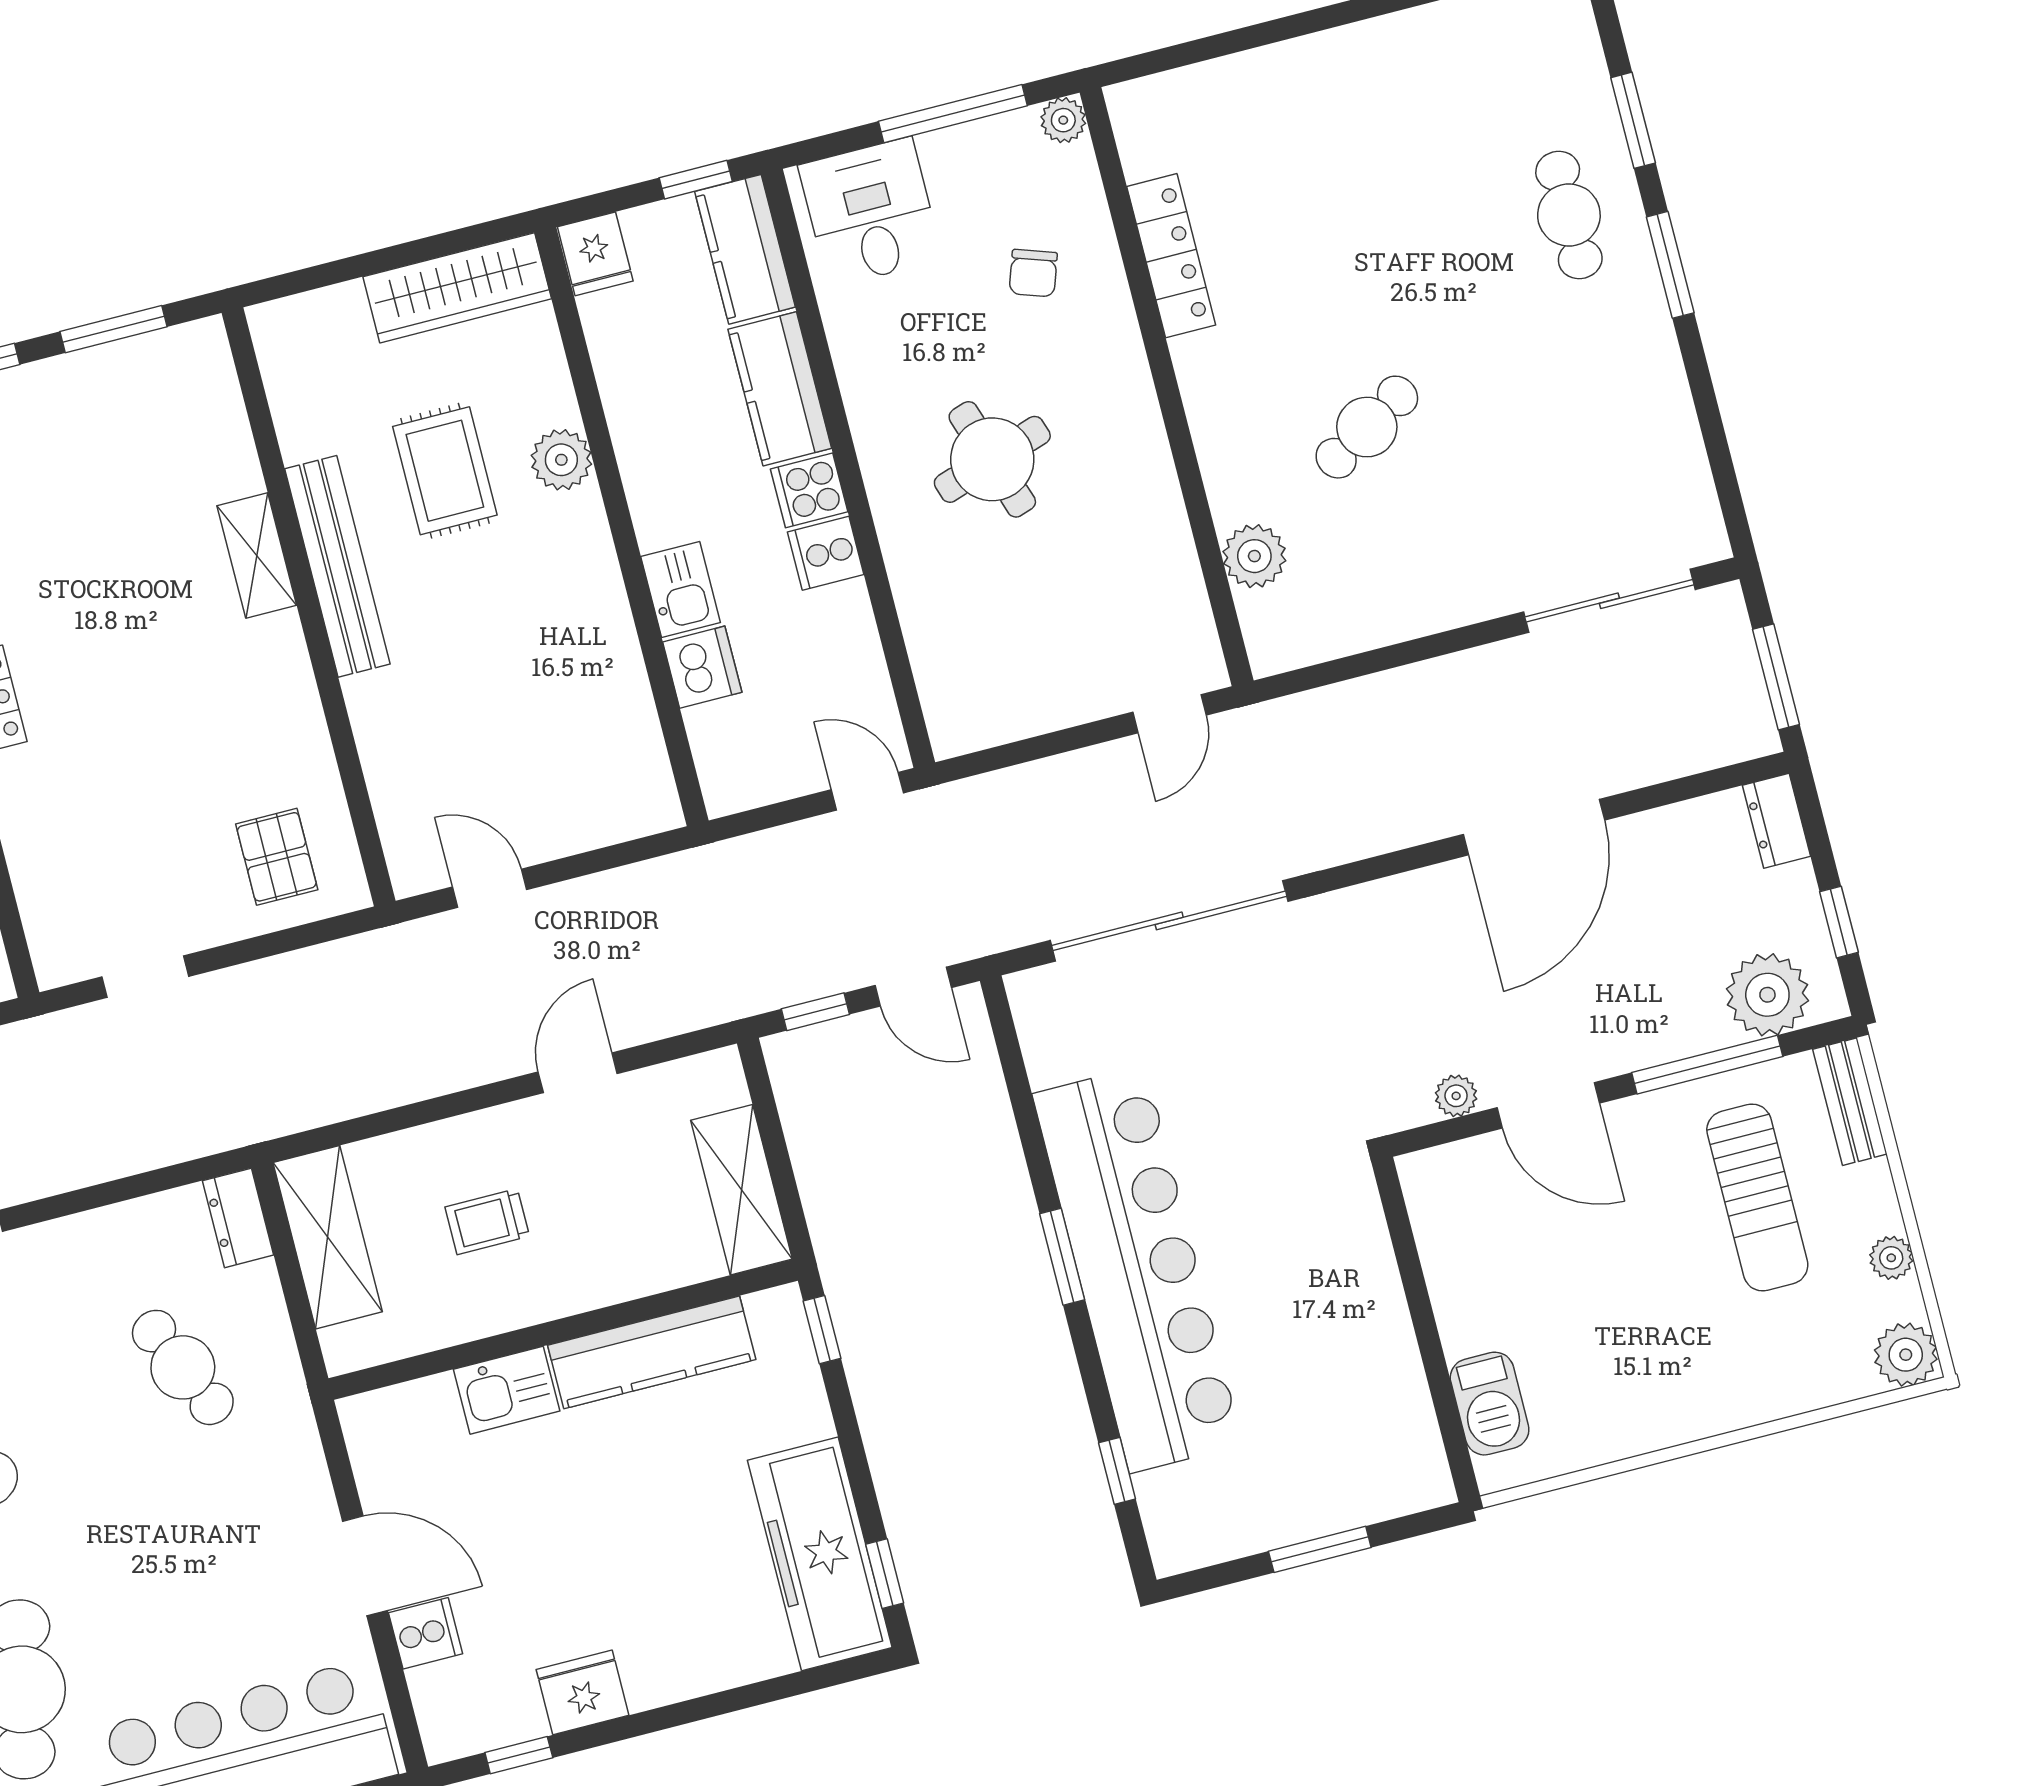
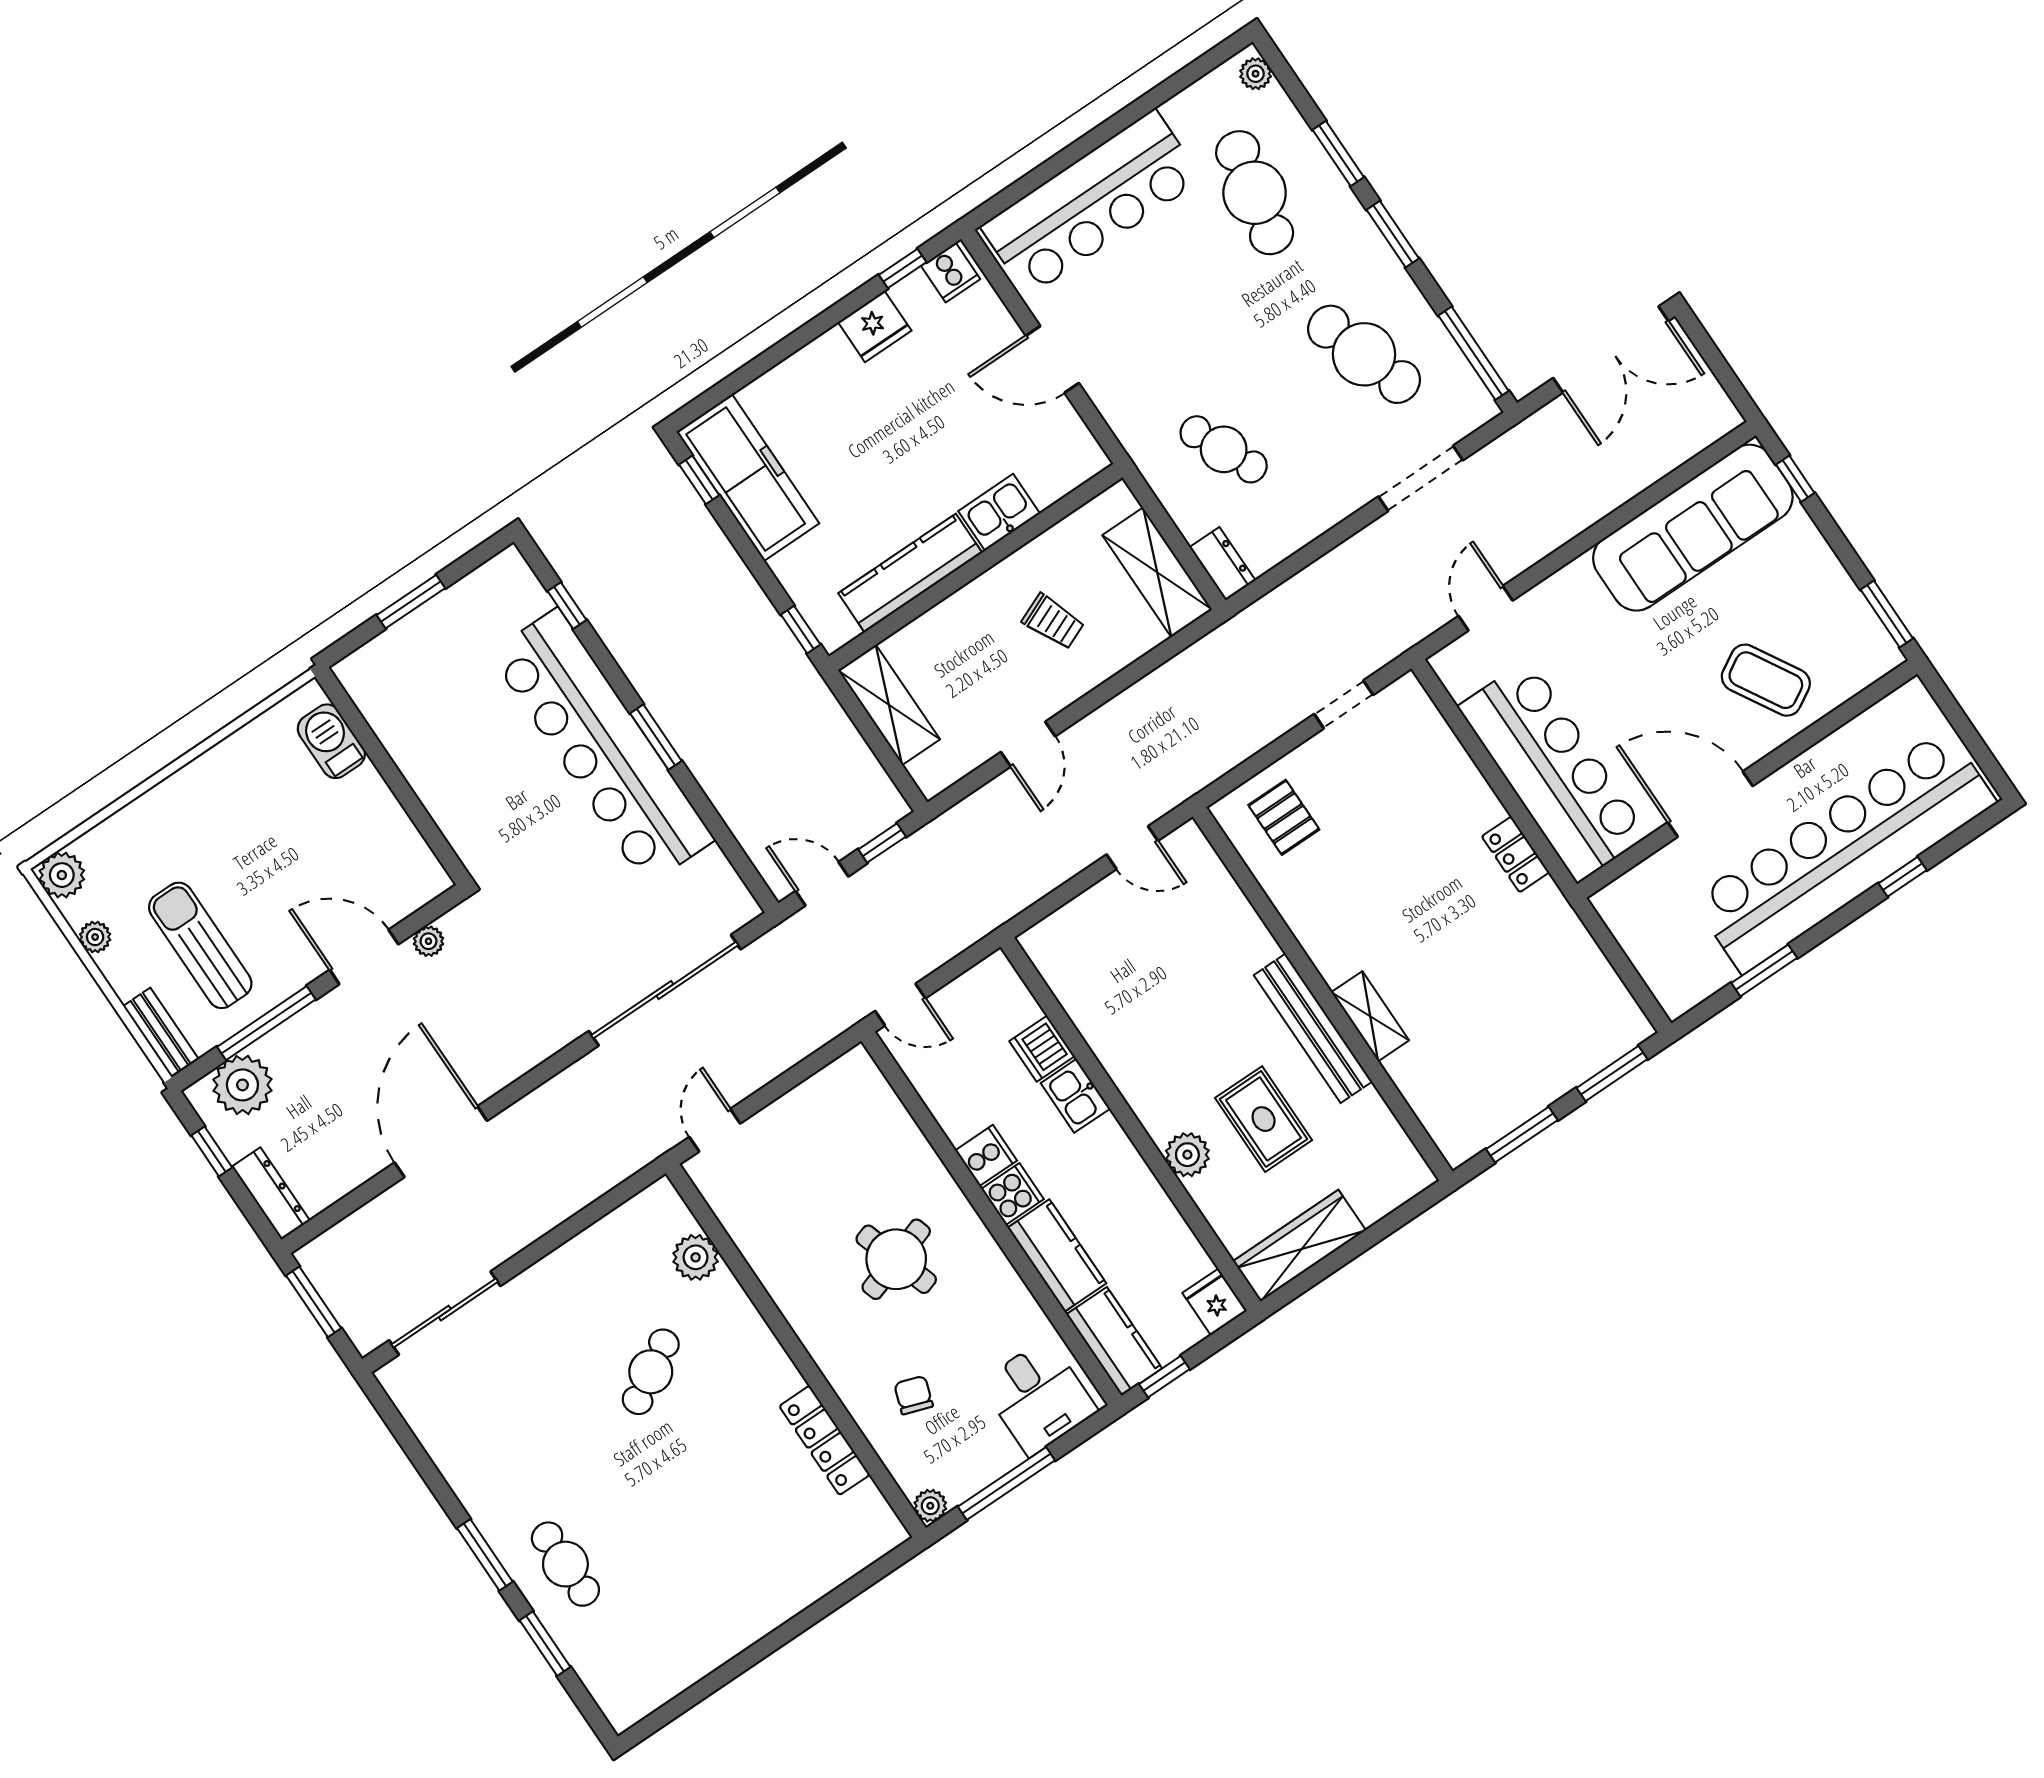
dresser: (1777, 821) -> (271, 1194), width x1.44
trolley: (487, 1222) -> (1053, 622), turned 67
cooker: (426, 1633) -> (951, 272), moved, turned -90

